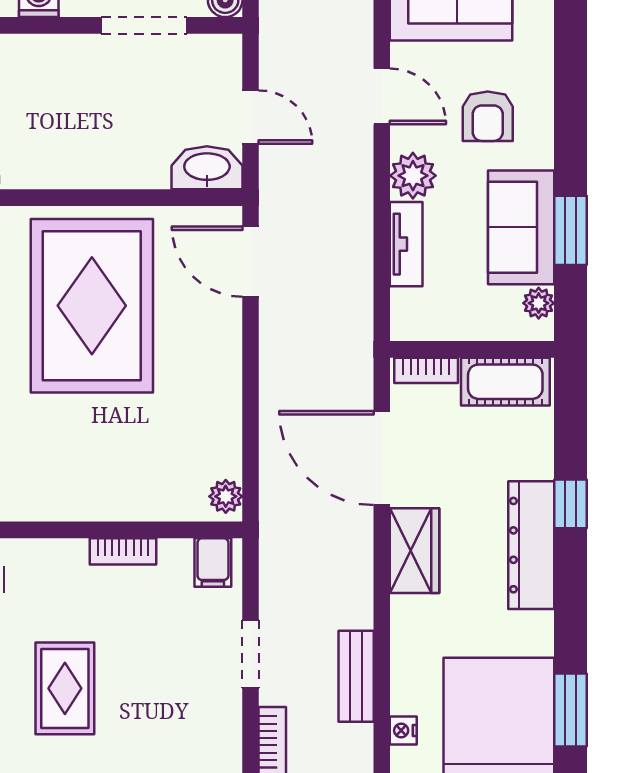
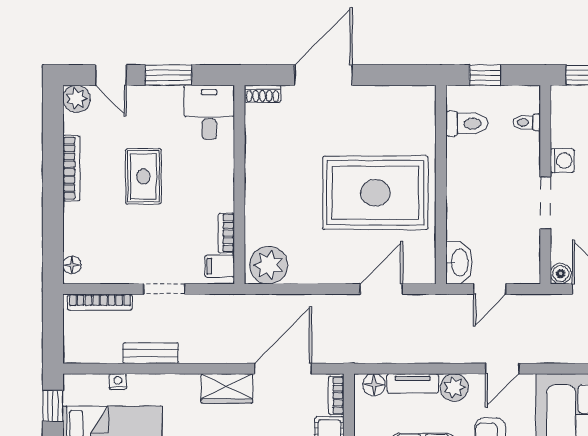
doorway: (144, 25) -> (545, 203), moved
door: (251, 262) -> (381, 289), moved
floor lamp: (408, 308) -> (374, 385), added
plant: (226, 496) -> (269, 265), width x1.88, depth x1.88
bookcase: (123, 551) -> (226, 233), moved
rug: (65, 688) -> (143, 176), turned 90

